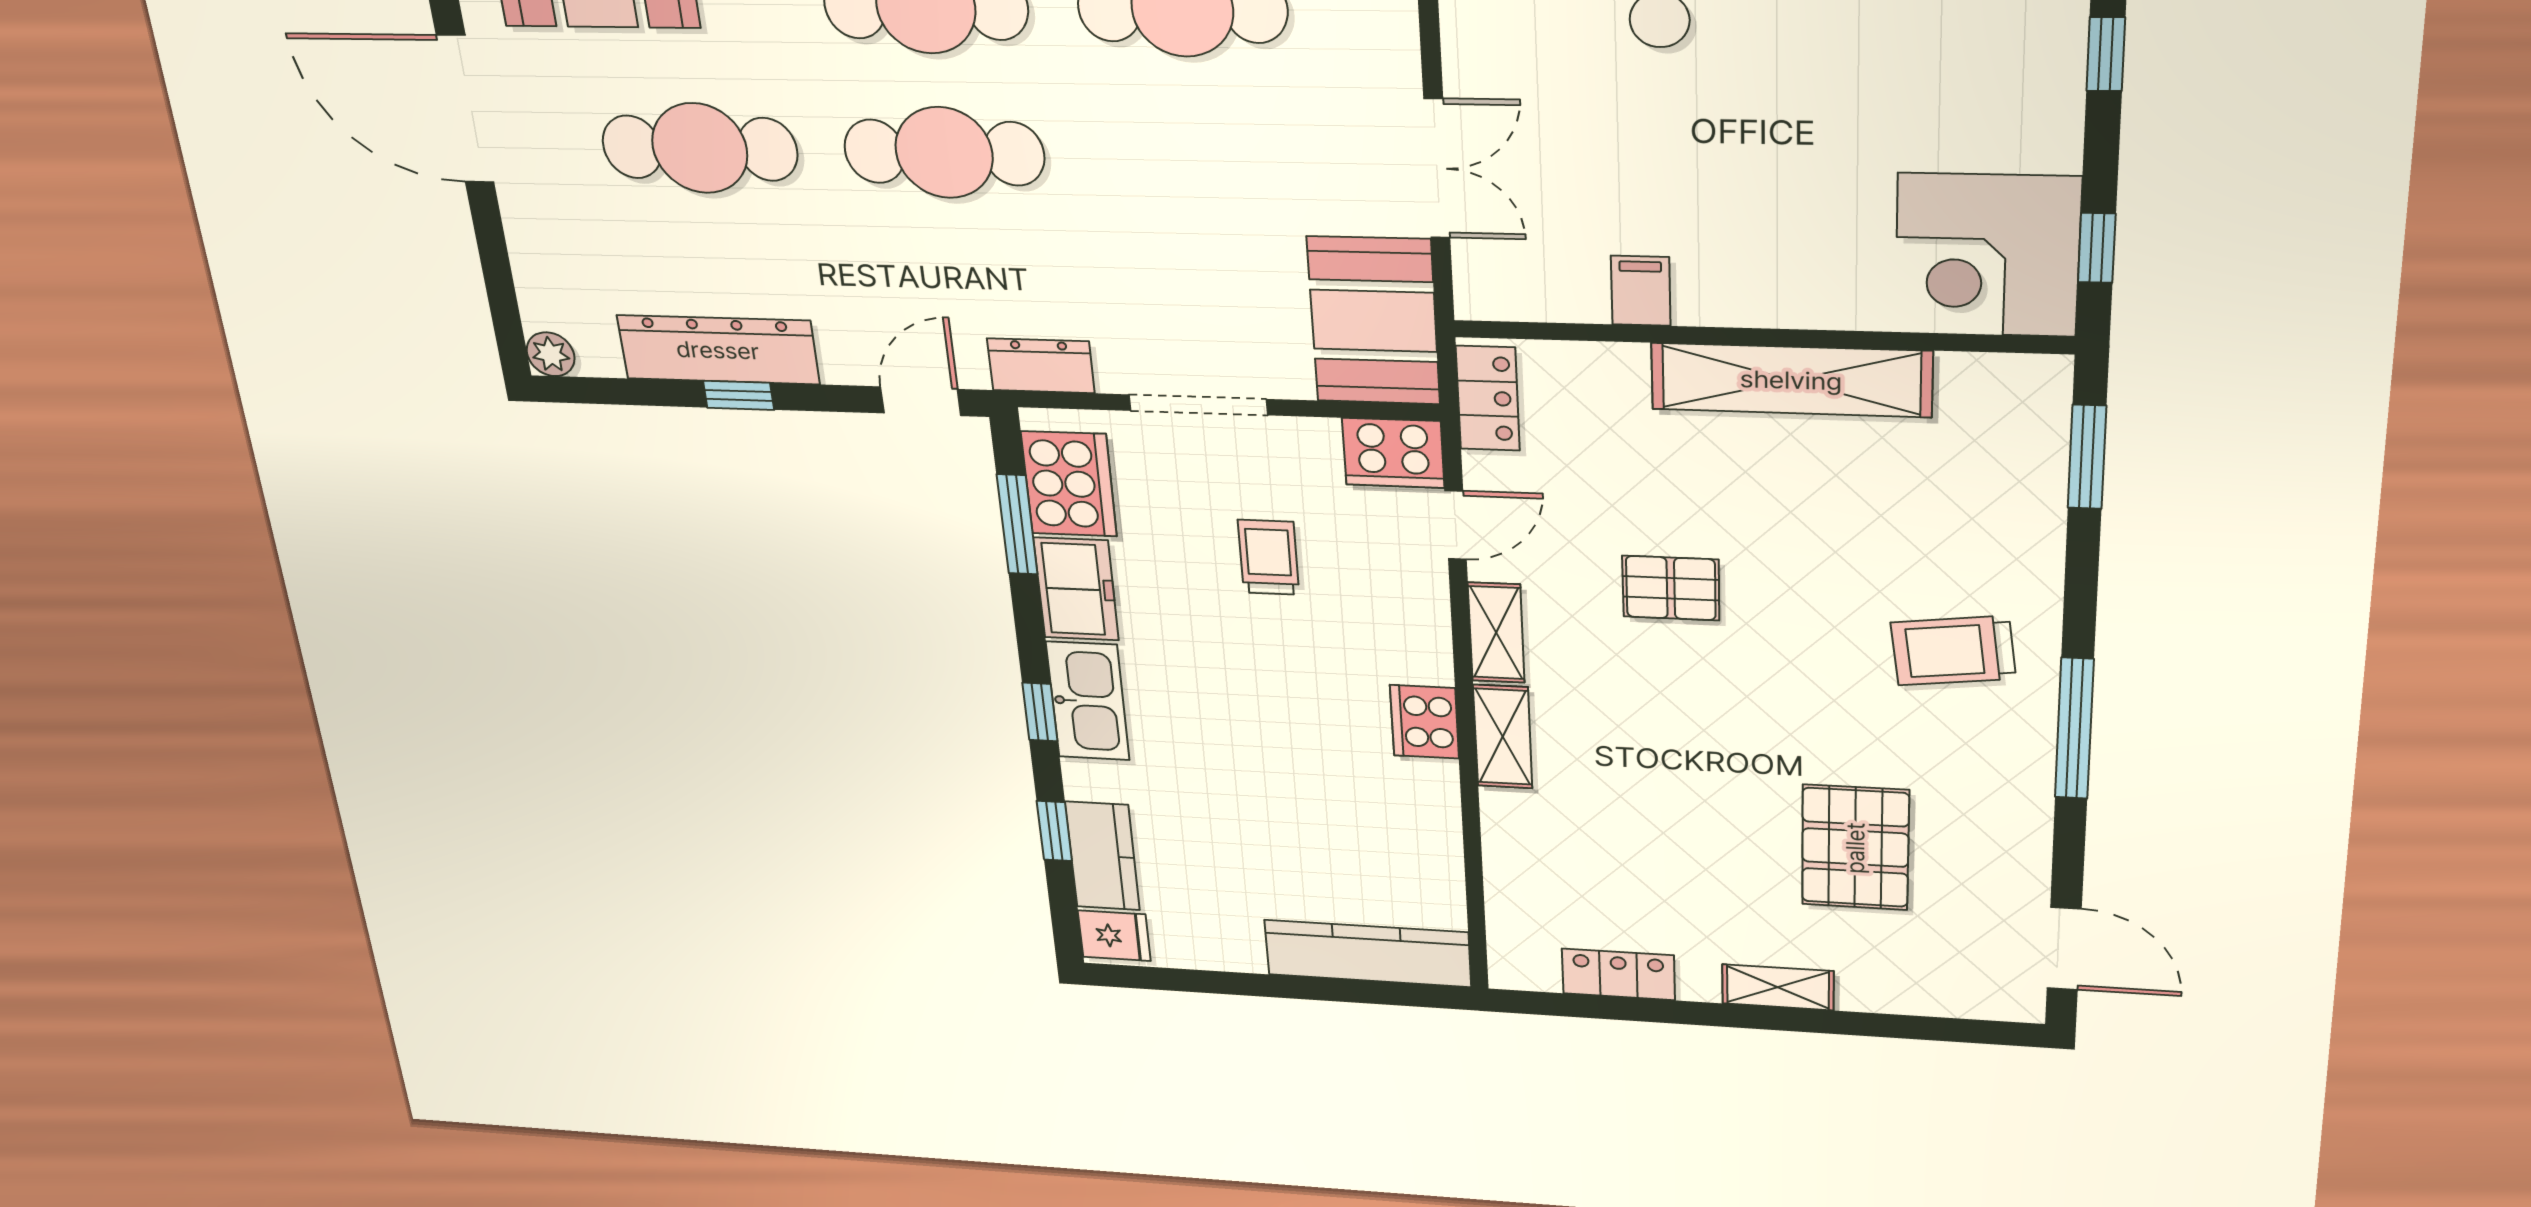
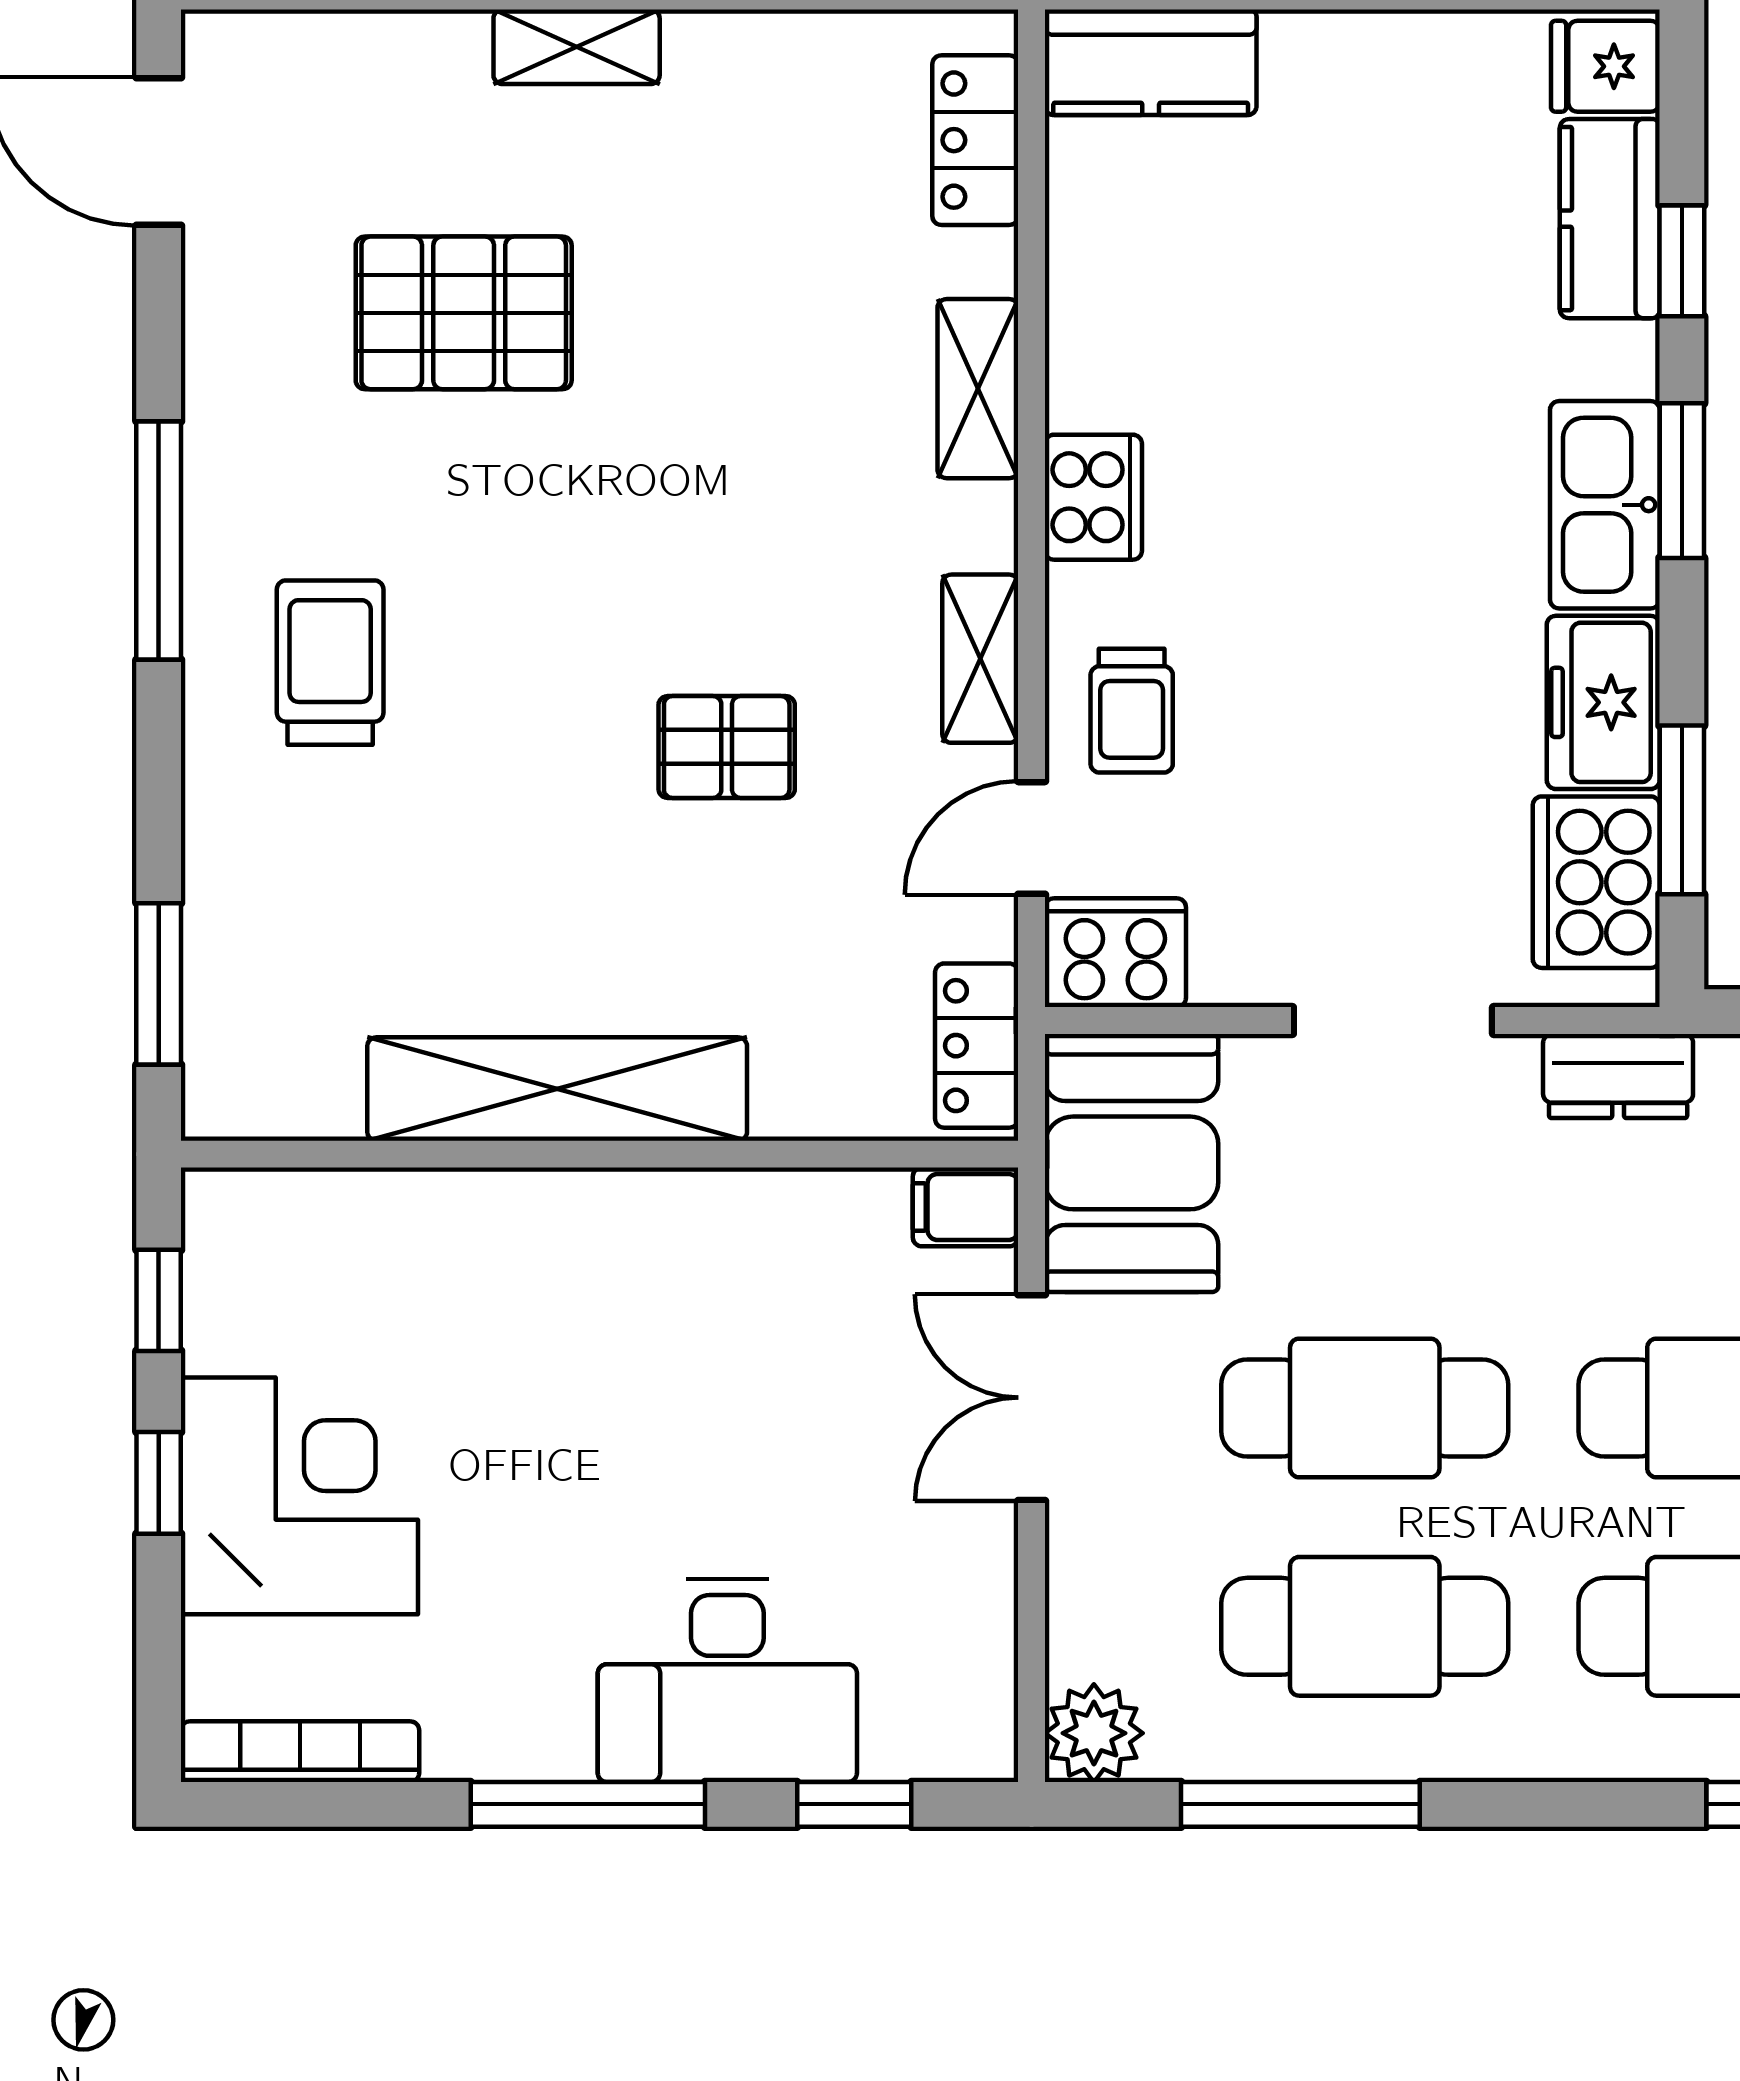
window: (2106, 54) -> (159, 1483), moved
cafe table: (1195, 157) -> (1365, 1408), added
corner desk: (1987, 255) -> (299, 1496), moved
filing cabinet: (1641, 291) -> (966, 1207), moved, turned 90
trolley: (1268, 557) -> (1132, 711), moved
trolley: (1953, 651) -> (330, 663), turned -83
window: (1040, 712) -> (1682, 481), width x1.50
shelving: (1503, 737) -> (978, 389), moved
pallet: (1855, 848) -> (464, 313), turned 90
kitchen counter: (1368, 953) -> (1151, 62), width x0.67
locker: (1618, 974) -> (975, 140), moved, turned 90

